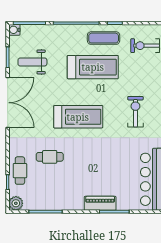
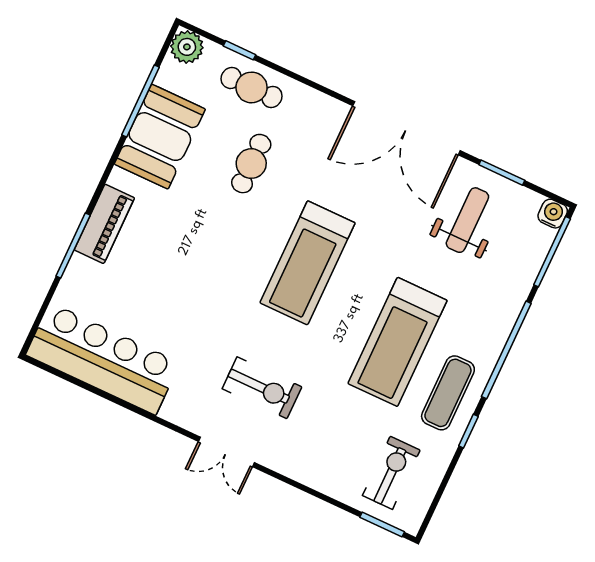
booth: (56, 197) -> (160, 137), added

